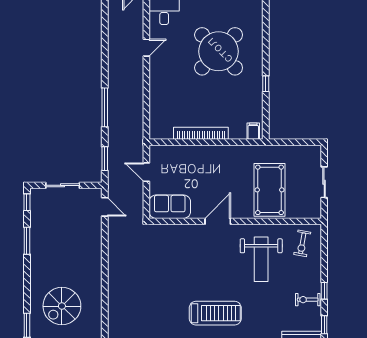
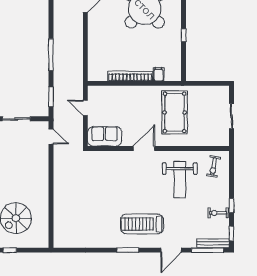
filing cabinet: (253, 131) -> (159, 74), moved
pool table: (269, 190) -> (175, 112), moved
treadmill: (215, 313) -> (142, 224), turned 180

